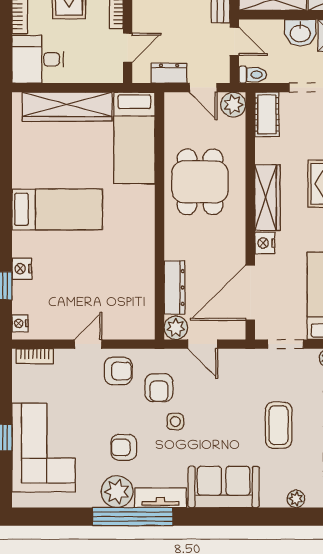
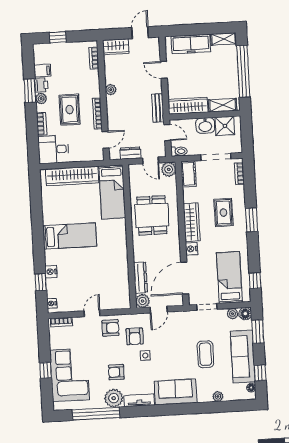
door: (203, 344) -> (159, 310), hinge flipped
window: (133, 517) -> (96, 414), moved

